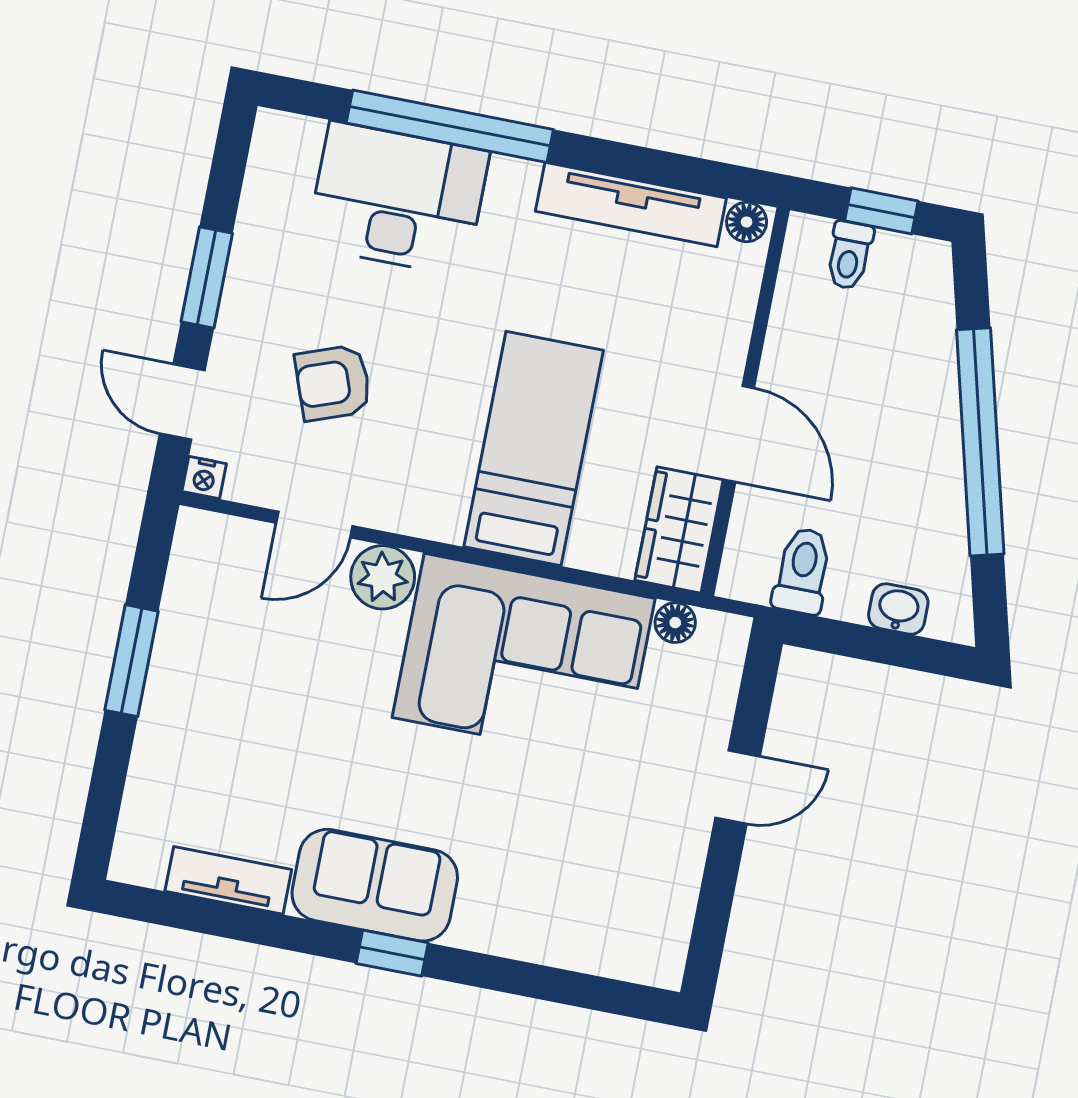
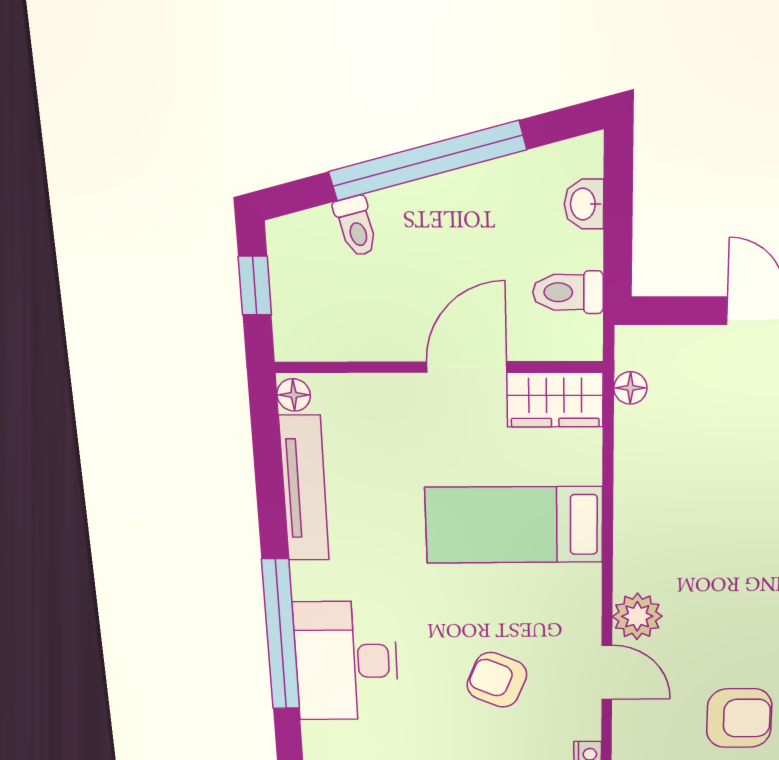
toilet: (849, 255) -> (356, 226), moved, turned 75
armchair: (333, 383) -> (497, 680), turned 133
corner sofa: (524, 658) -> (680, 500), removed
armchair: (215, 683) -> (739, 718), added

